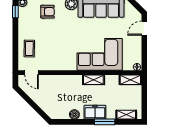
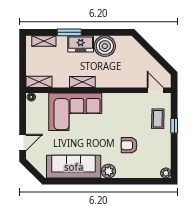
window: (15, 12) -> (174, 126), moved
armchair: (48, 12) -> (129, 145), moved
boiler: (74, 114) -> (105, 46), width x1.86, depth x1.86

